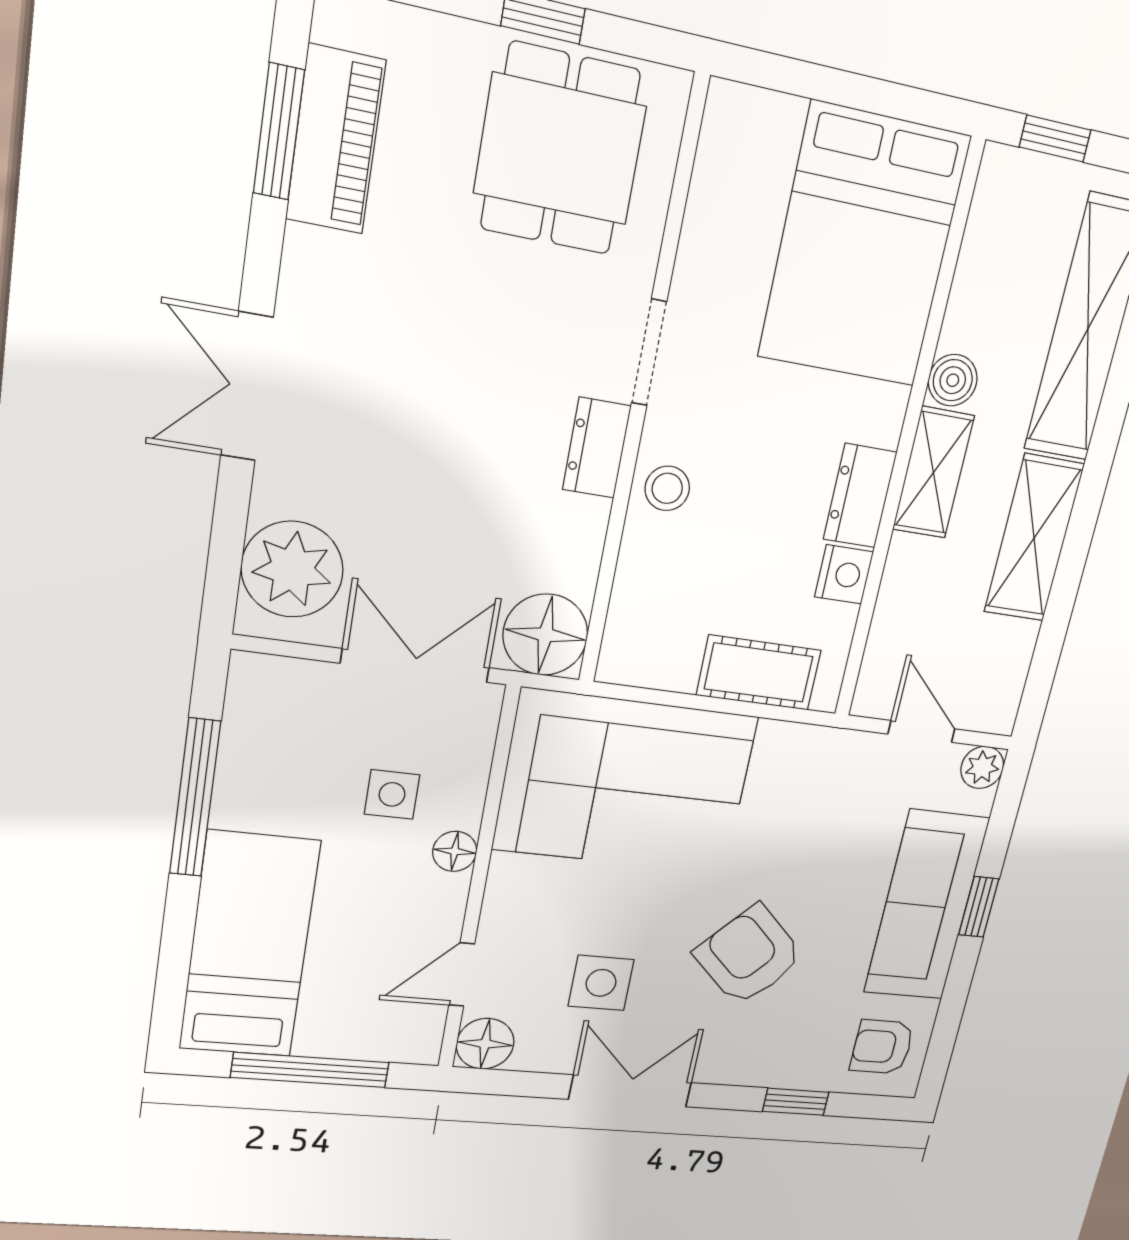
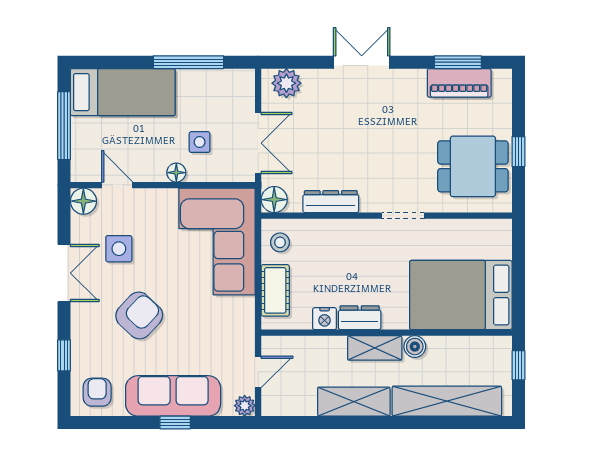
dresser: (597, 448) -> (331, 202), moved, width x1.44
stool: (667, 488) -> (280, 242), moved
plant: (292, 569) -> (286, 83), width x0.73, depth x0.73
floor lamp: (545, 635) -> (274, 200), width x0.73, depth x0.73

